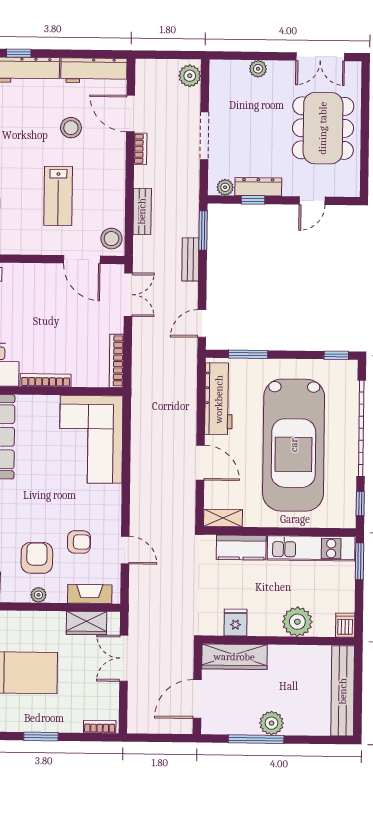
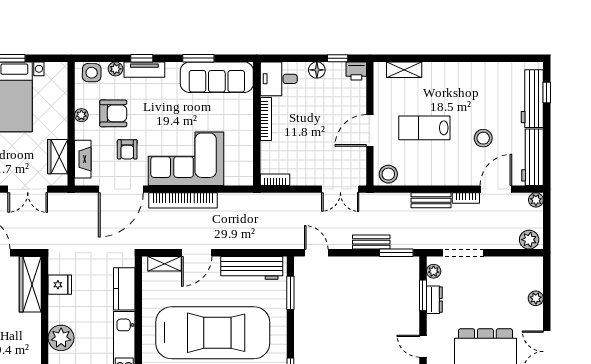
plant: (144, 67) -> (536, 200), added
doorway: (204, 136) -> (463, 253), moved
dresser: (258, 187) -> (434, 300), width x0.70
window: (253, 200) -> (423, 295), width x1.50
bench: (142, 211) -> (431, 200), moved
door: (82, 260) -> (370, 130), moved
bookcase: (116, 361) -> (275, 180), width x0.64
corner sofa: (91, 439) -> (186, 159), moved
car: (294, 445) -> (213, 333), turned 180
bookcase: (139, 478) -> (183, 200), added
shelving: (223, 518) -> (164, 264), moved, turned 90
door: (125, 550) -> (121, 189), width x1.87
double door: (124, 658) -> (28, 189), swing flipped

